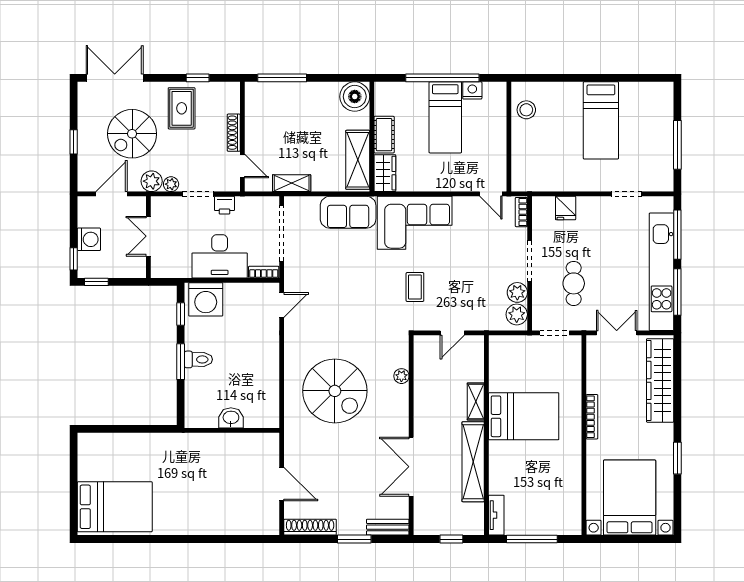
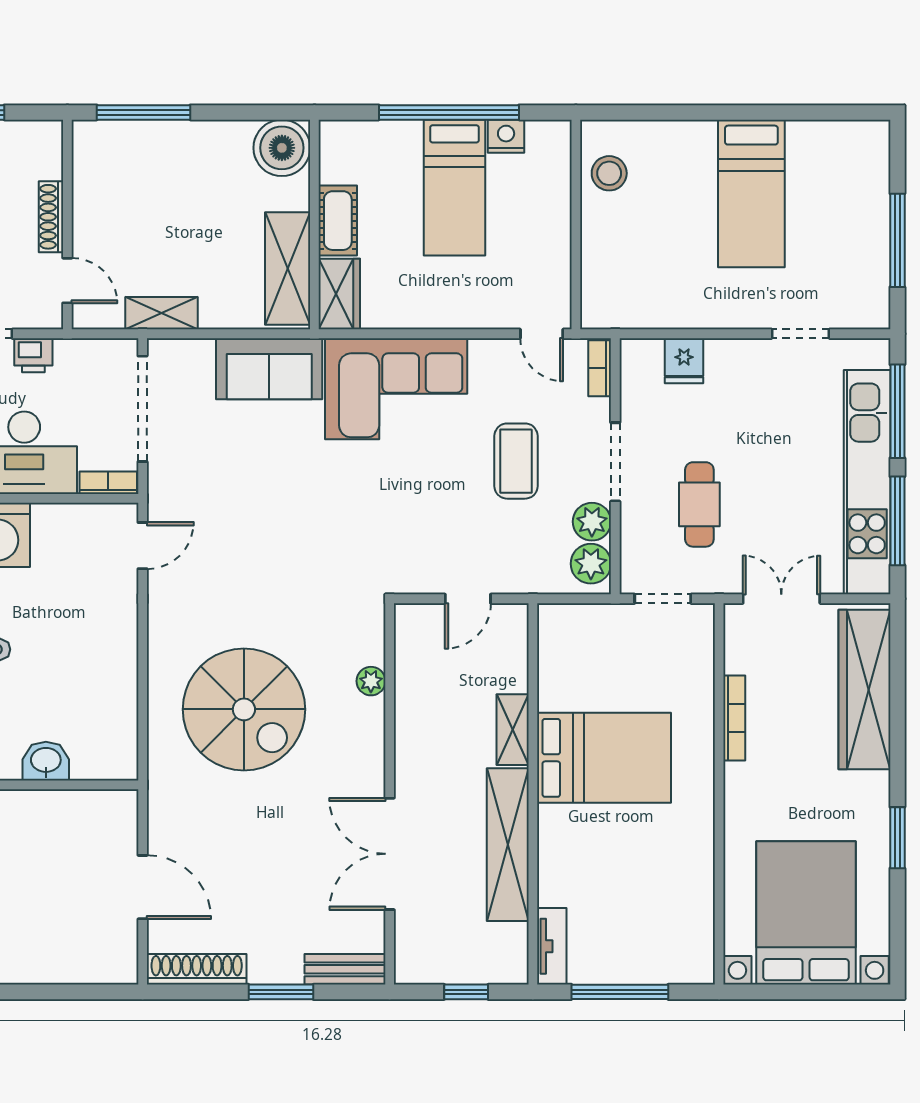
coffee table: (415, 287) -> (516, 461), moved, width x1.36, depth x1.30
bookcase: (592, 417) -> (734, 718), moved

